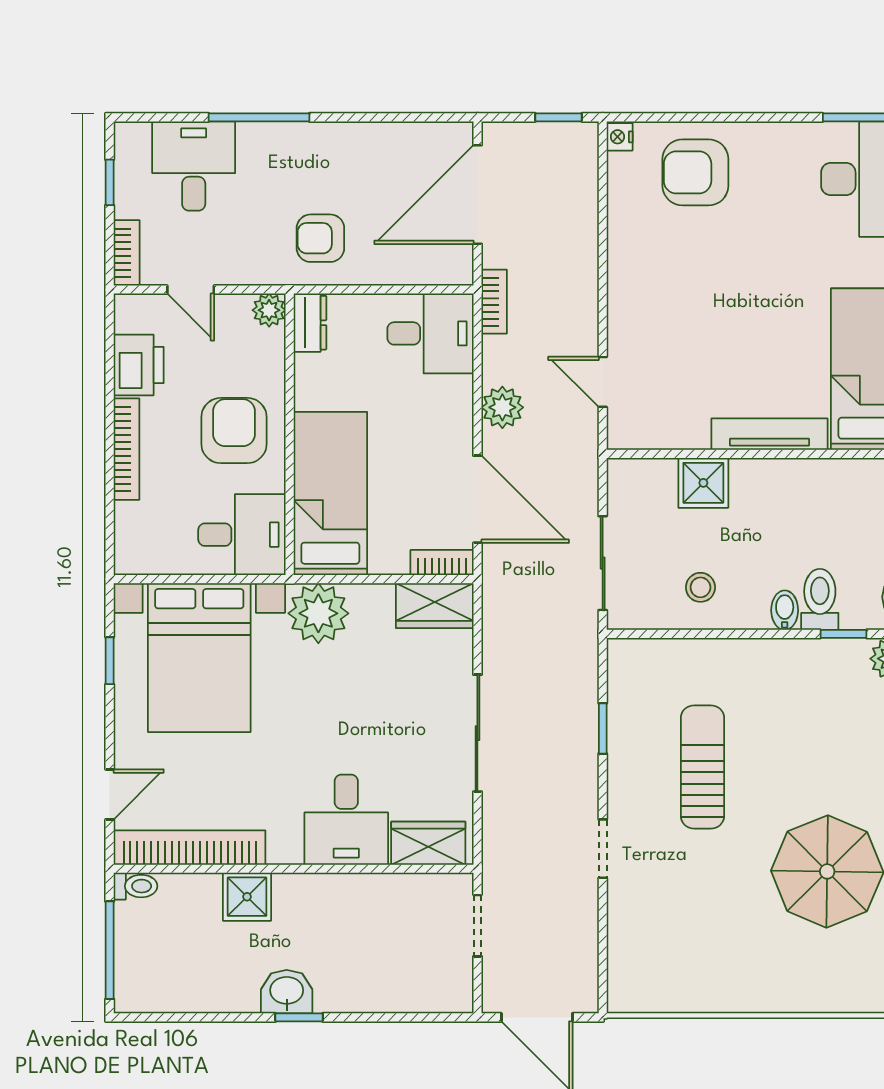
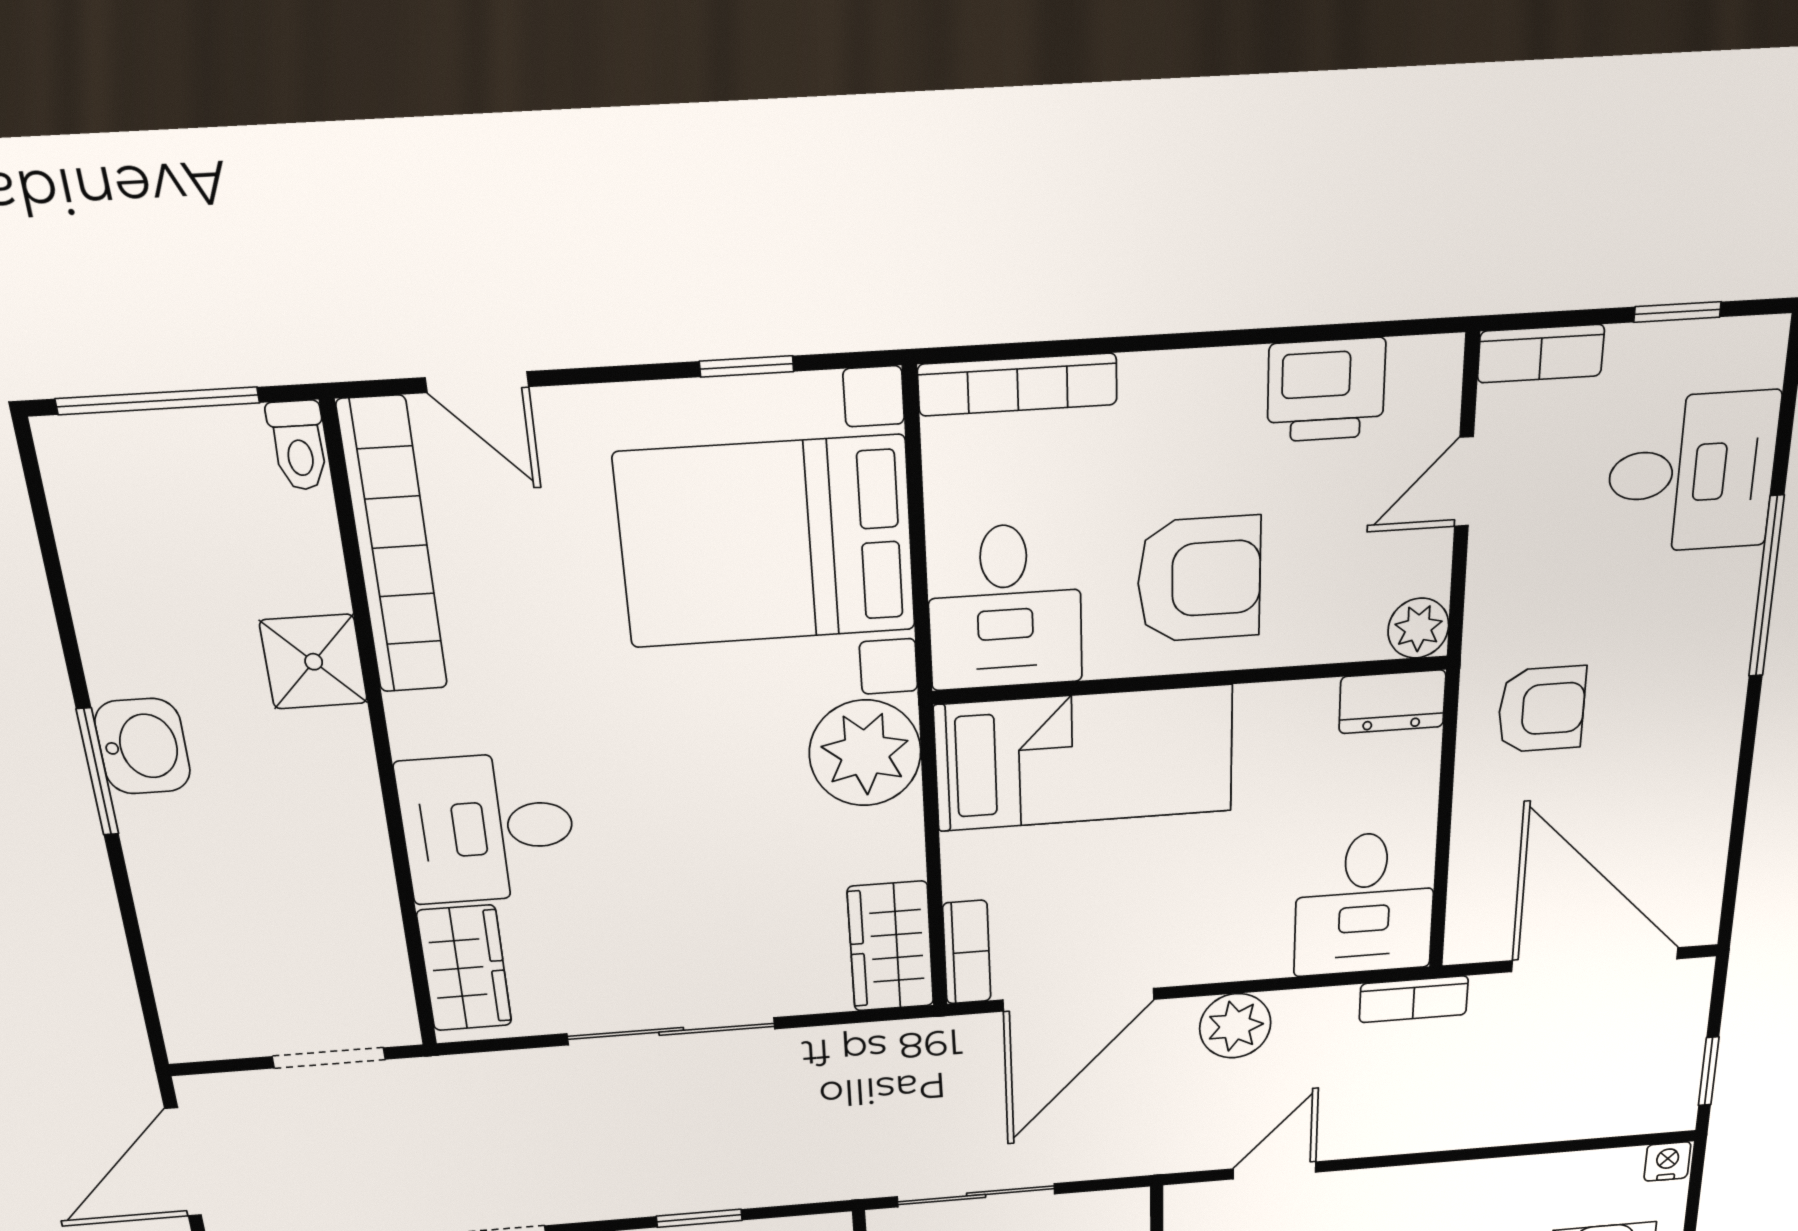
armchair: (320, 238) -> (1541, 709), turned 90
bookcase: (127, 449) -> (1018, 385), moved
window: (299, 1017) -> (98, 772), width x1.50

